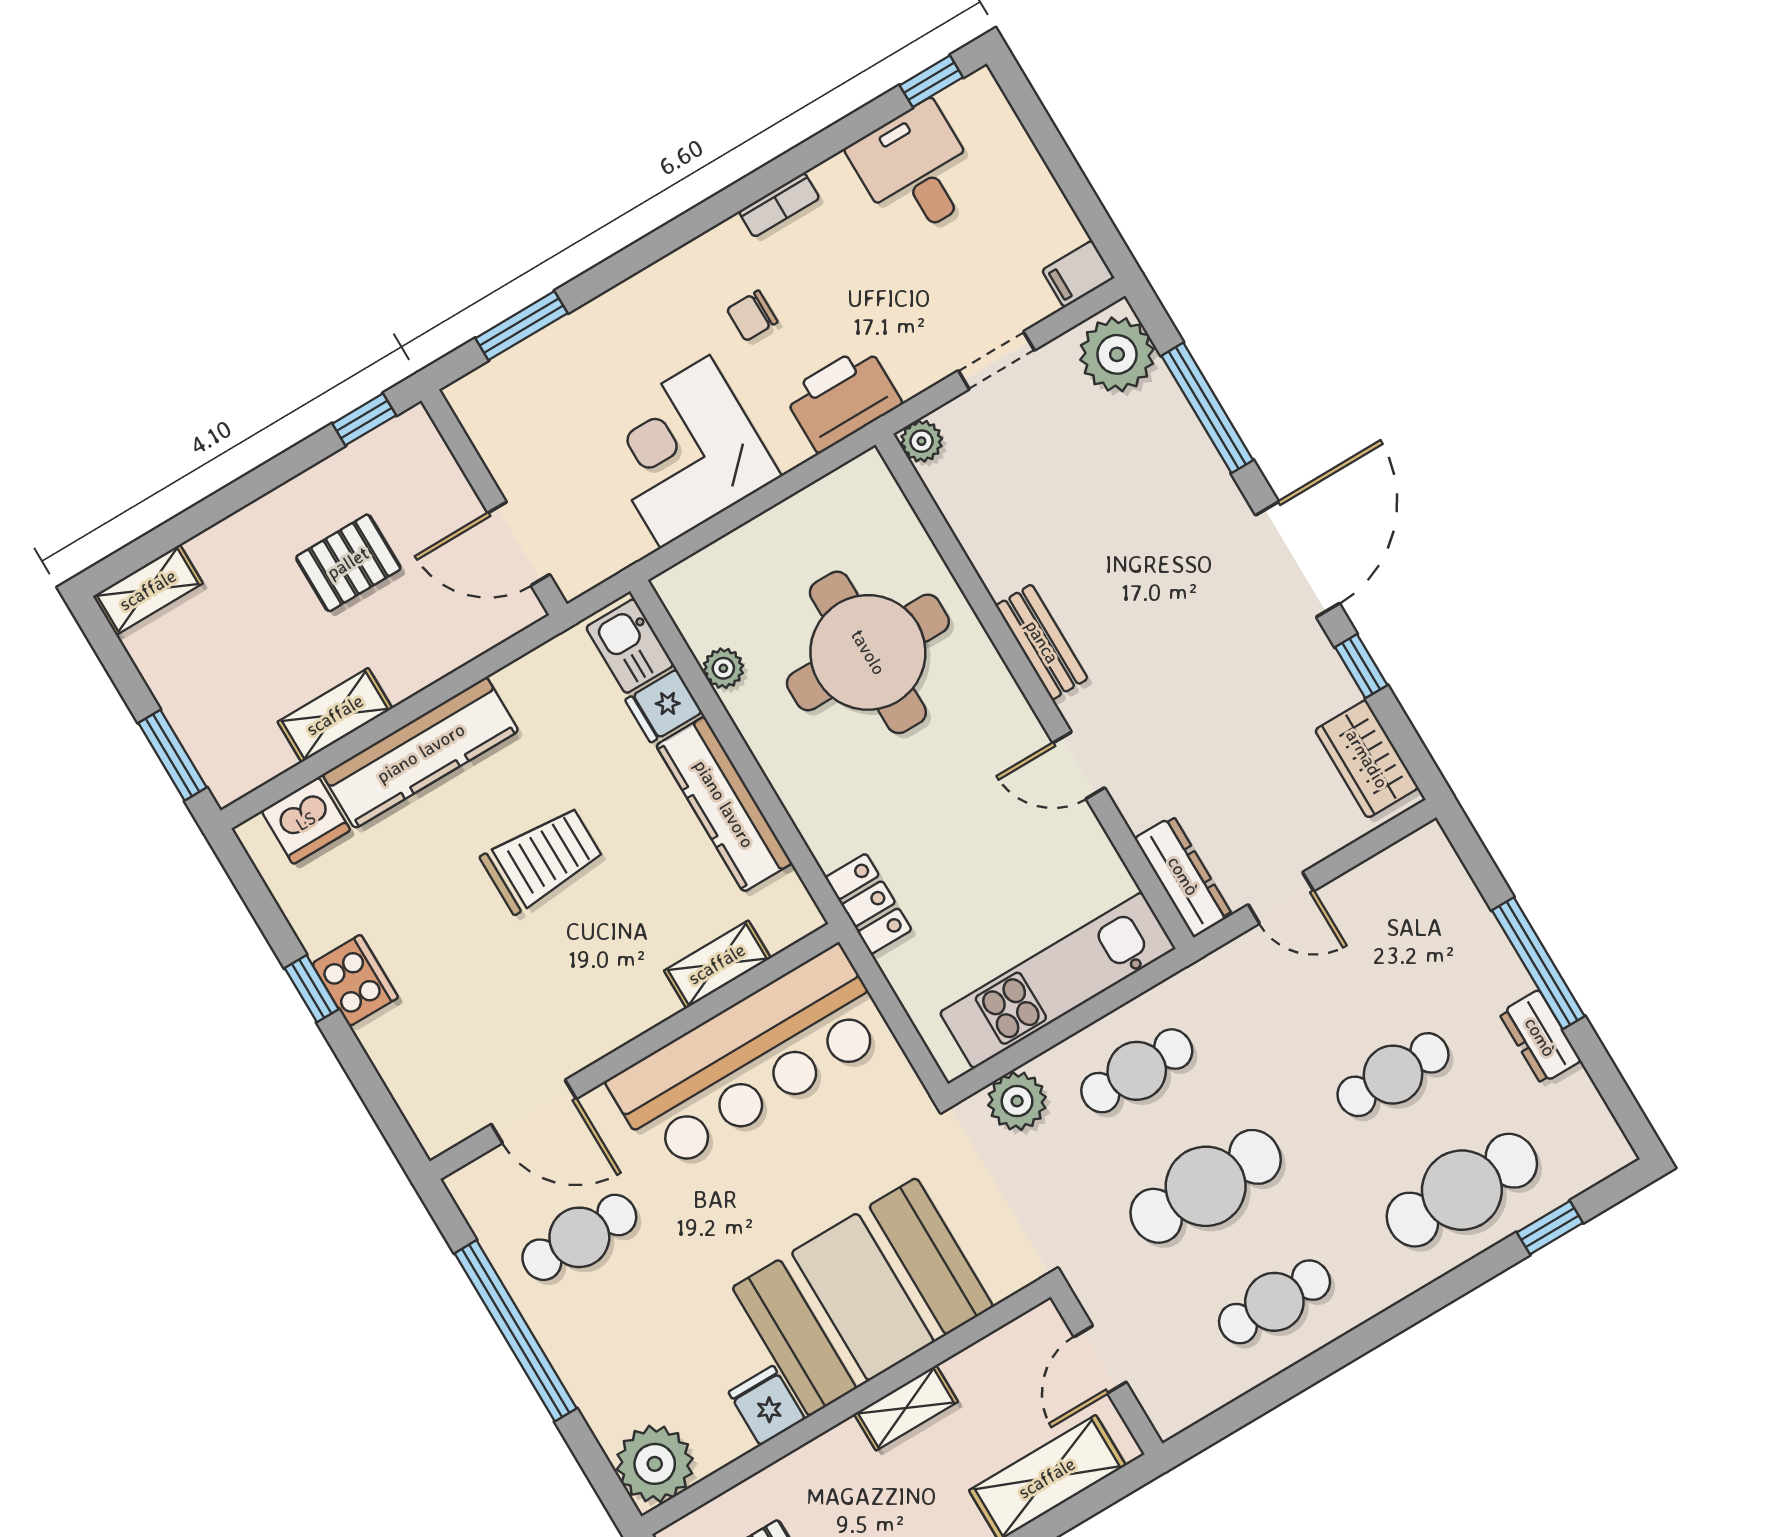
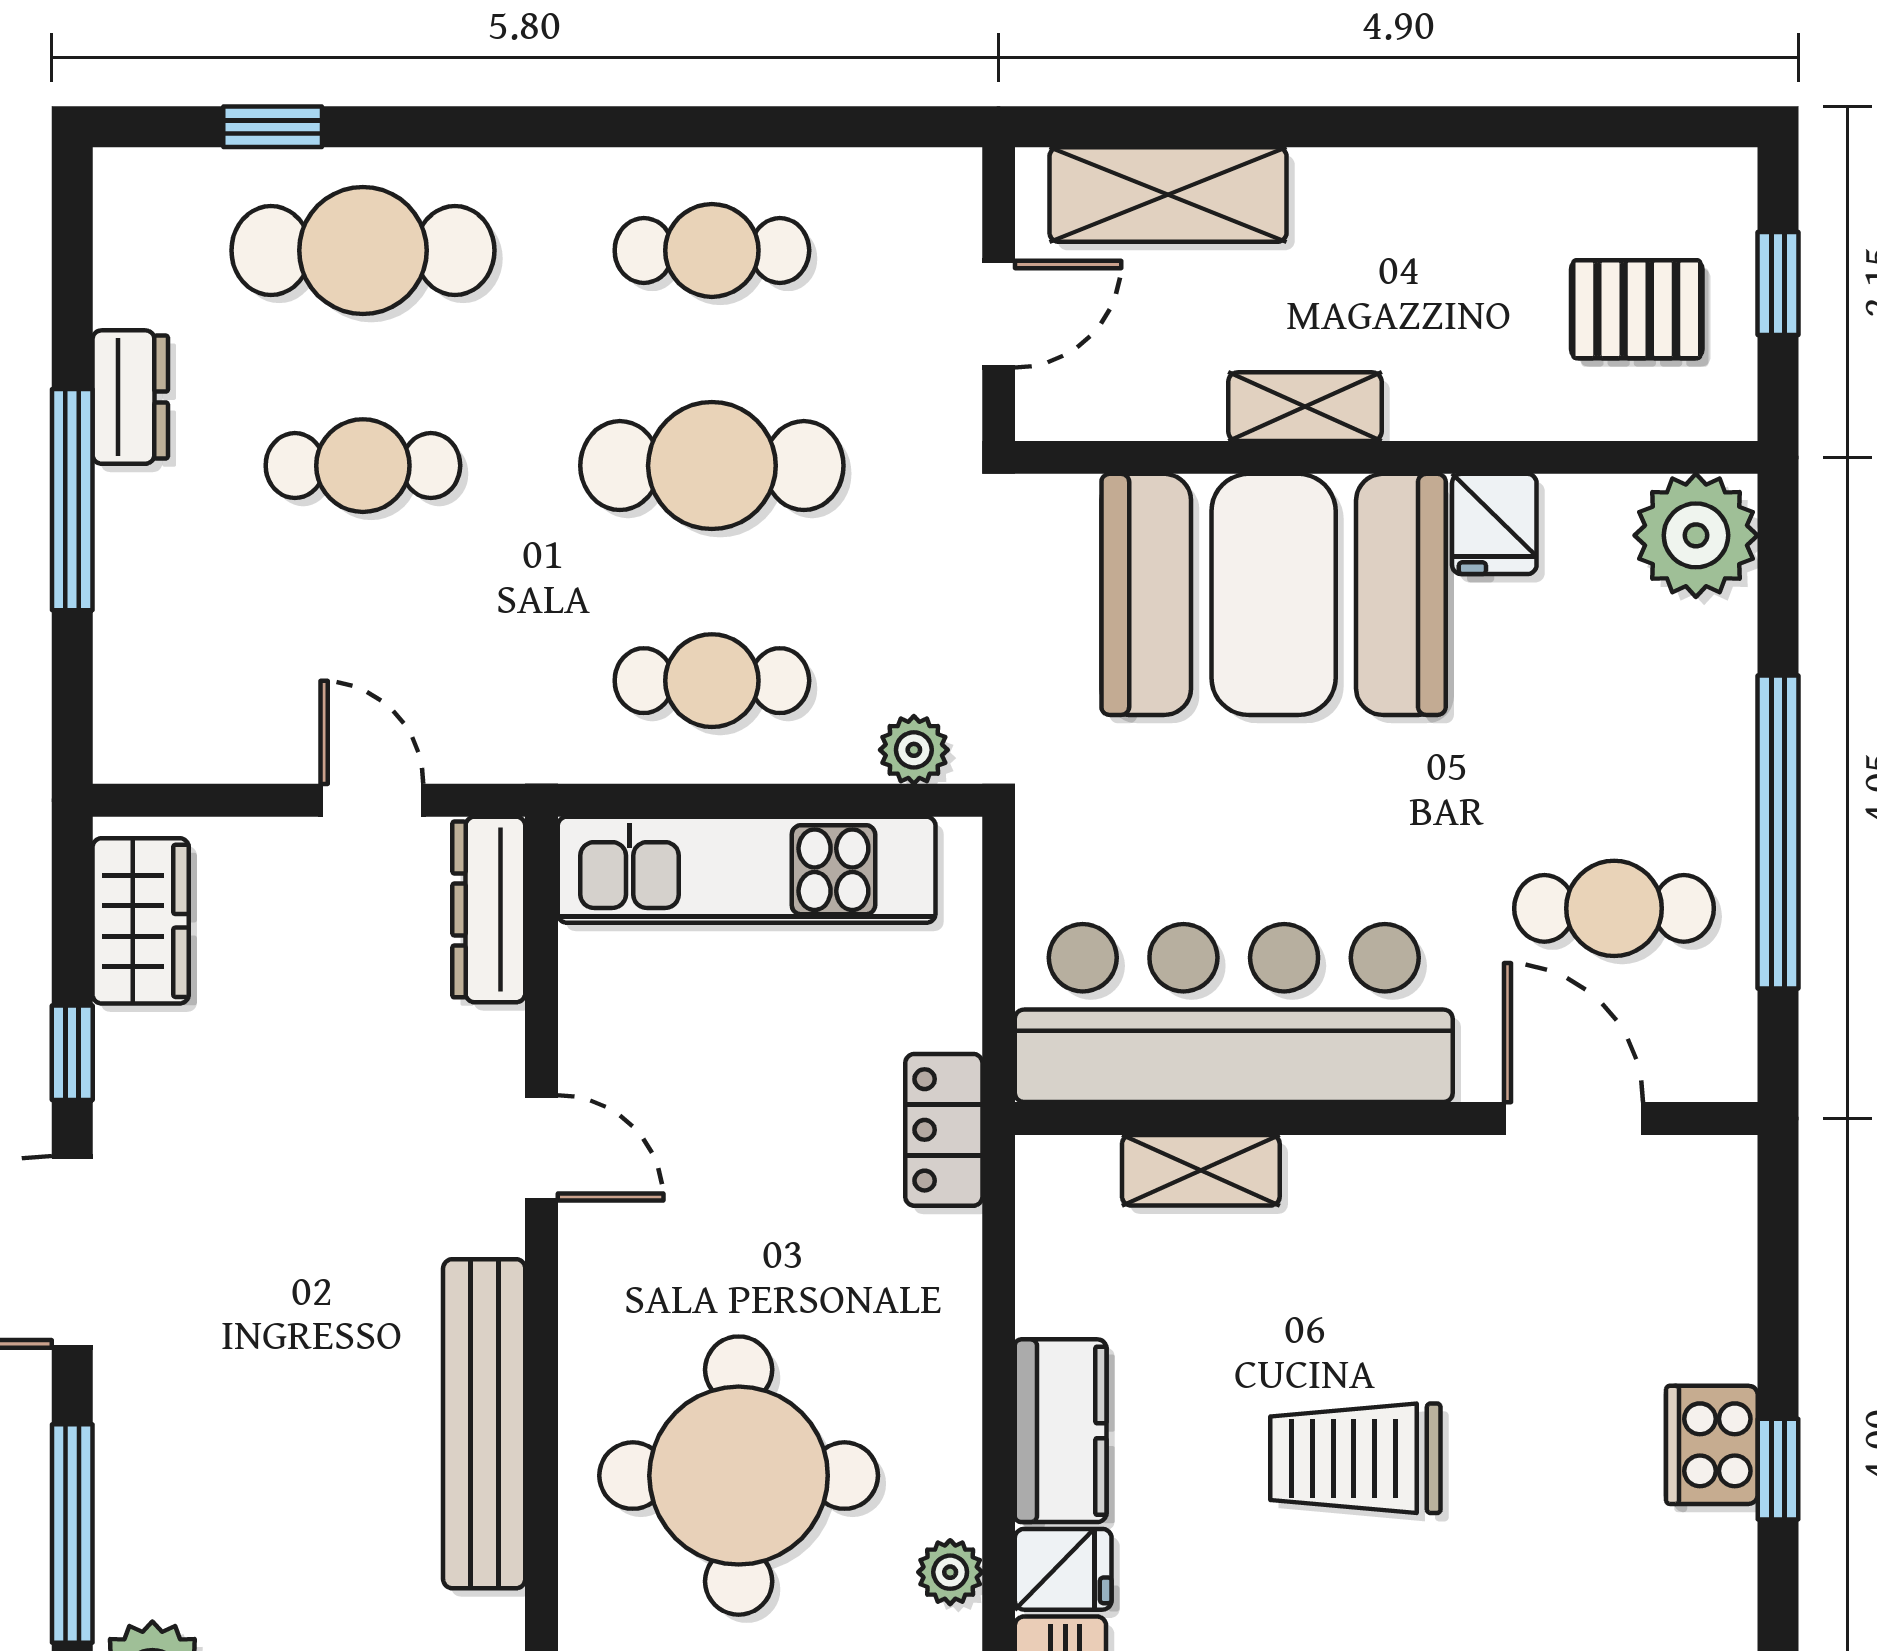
bench: (1042, 642) -> (484, 1424), width x1.86, depth x1.21
kitchen counter: (724, 804) -> (1061, 1431), width x0.67
plant: (1017, 1101) -> (914, 750), width x0.73, depth x0.73

